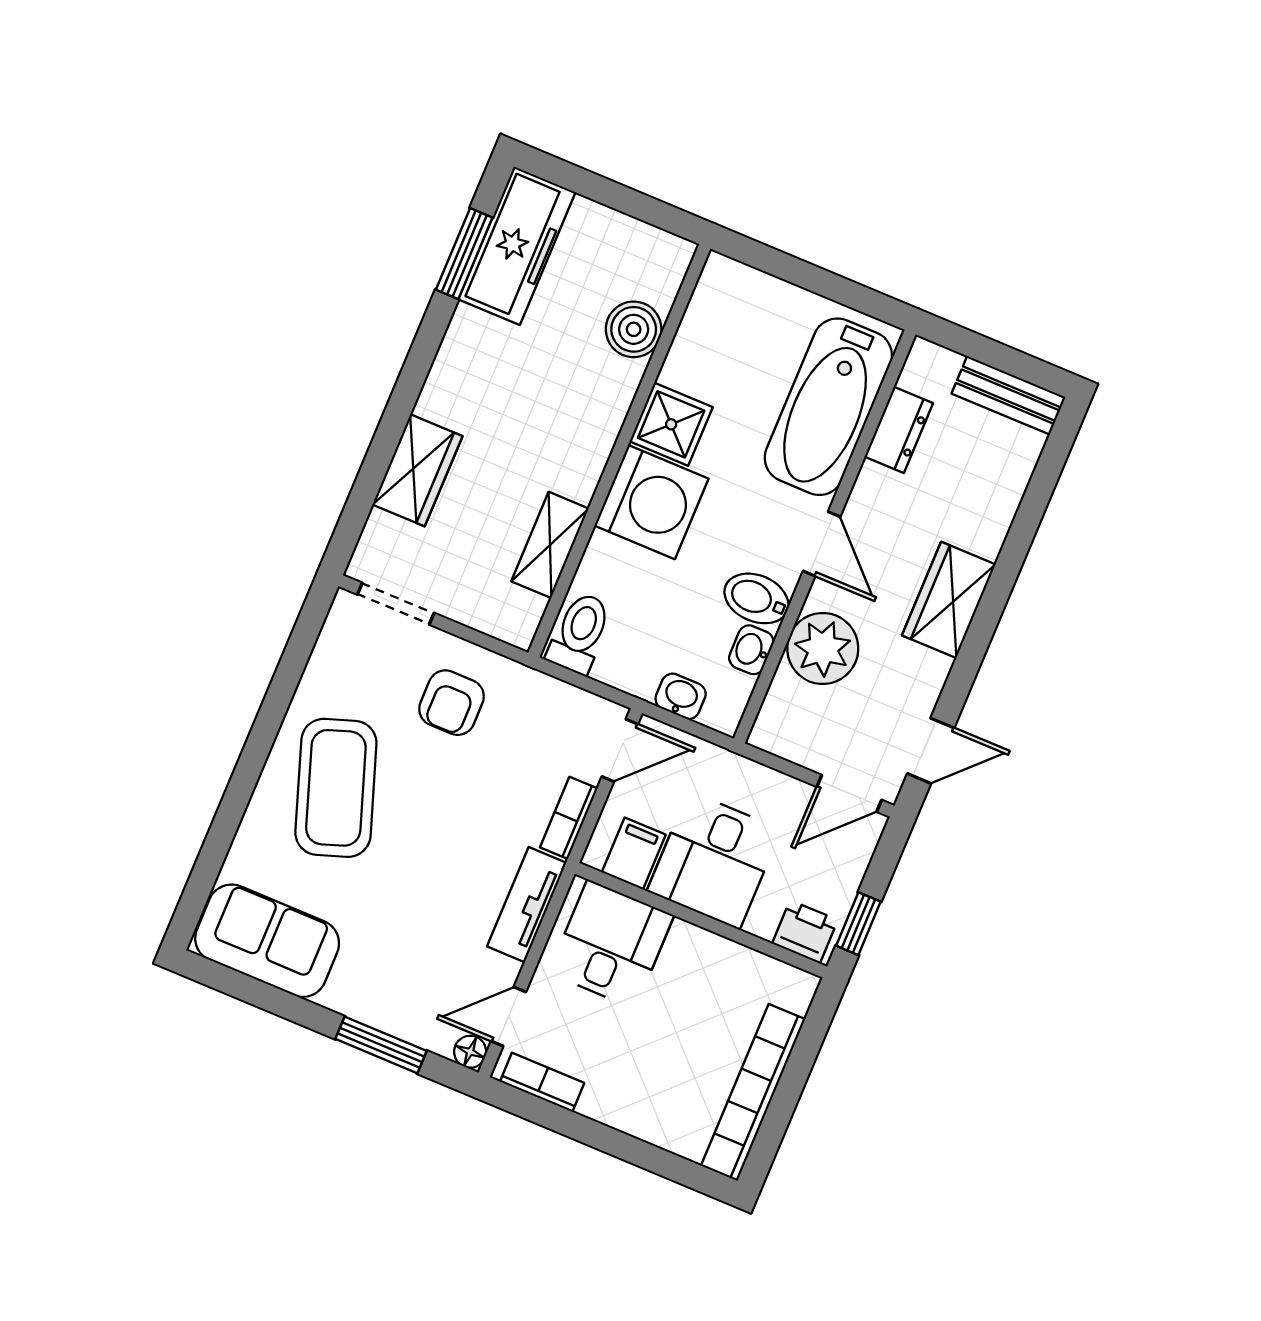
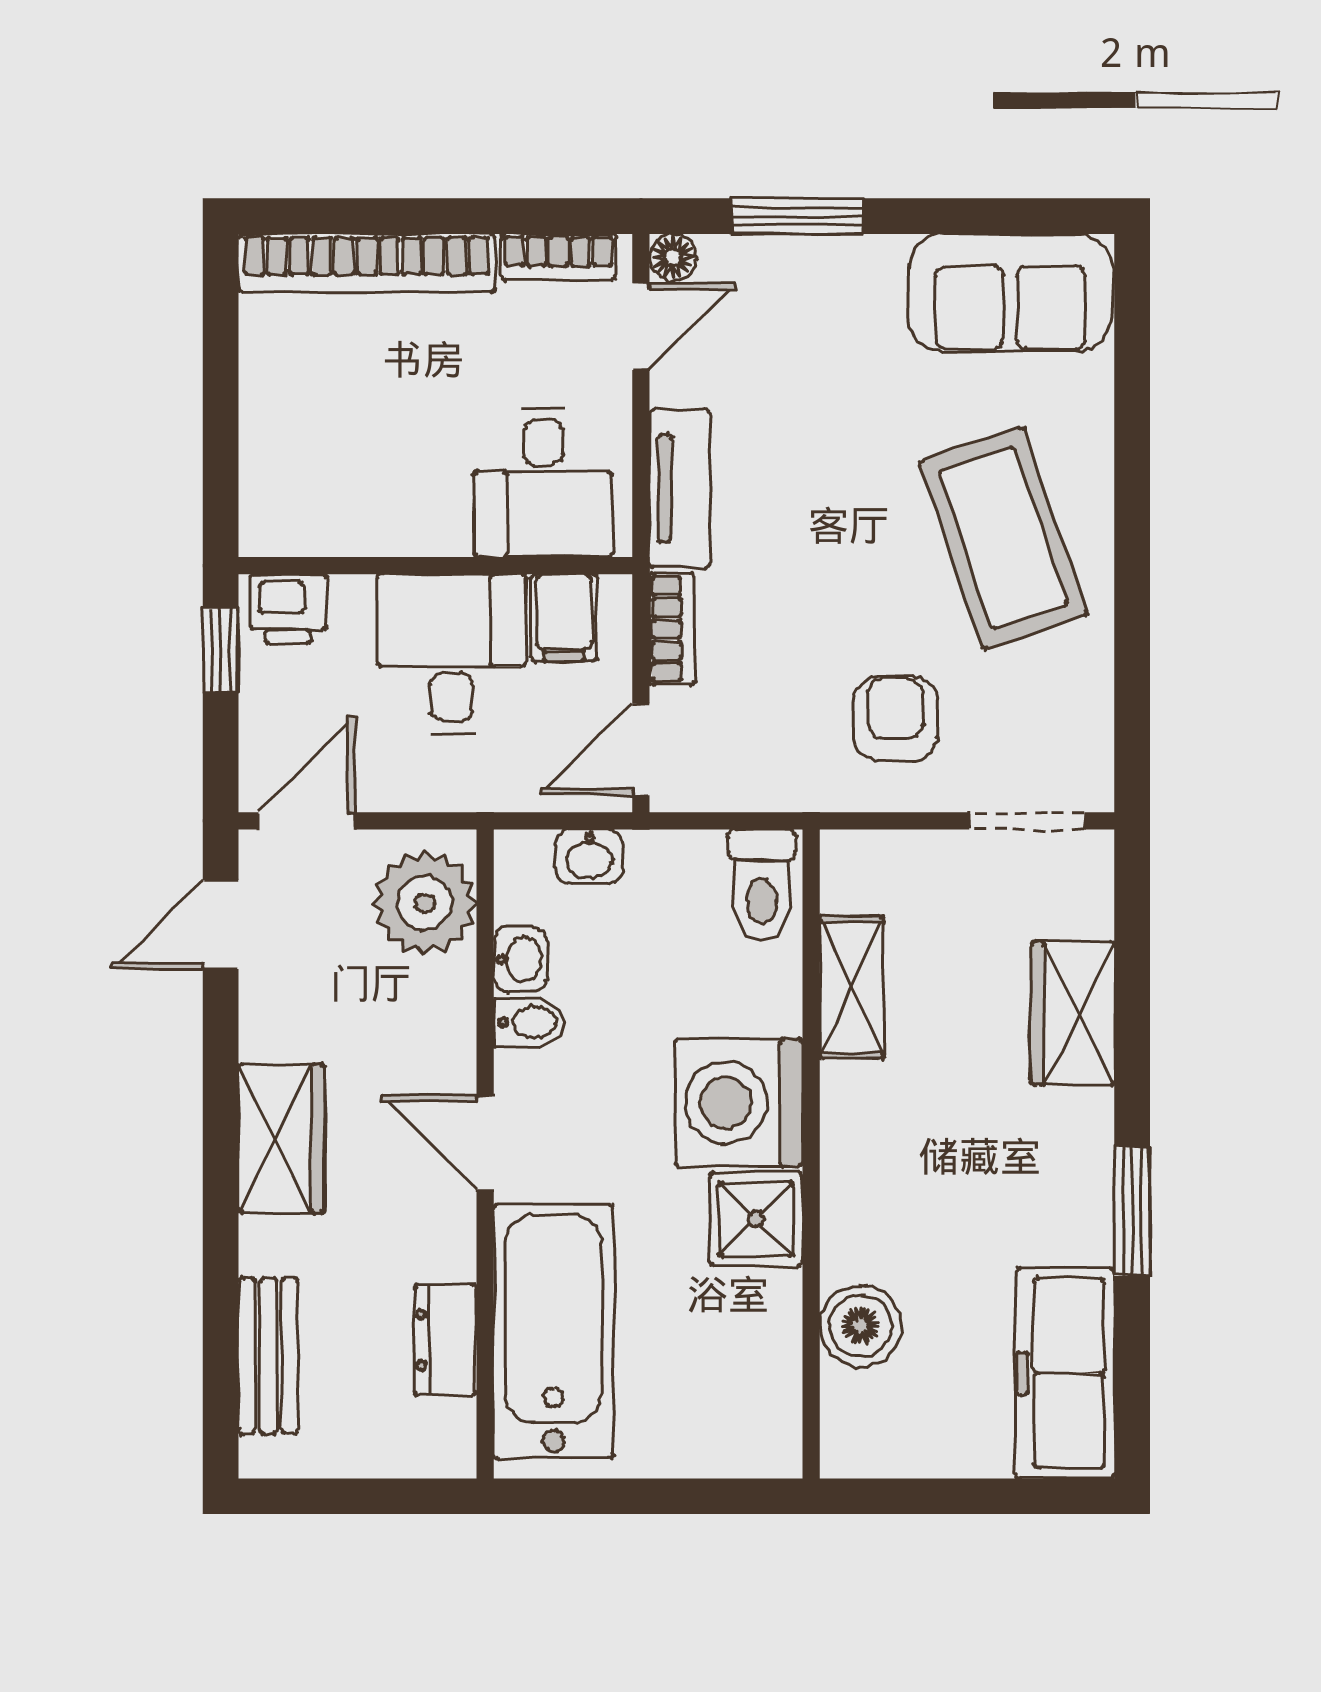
window: (464, 254) -> (1132, 1211), moved
bench: (1009, 395) -> (268, 1356), moved, turned 90
bidet: (756, 598) -> (529, 1022), width x0.72, depth x0.74
plant: (823, 648) -> (424, 903), moved
bookcase: (753, 1092) -> (367, 263), moved, turned 90

